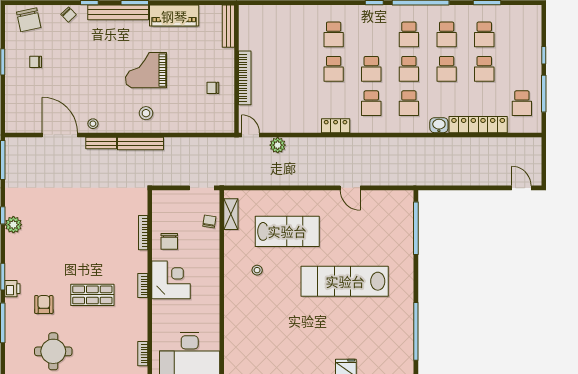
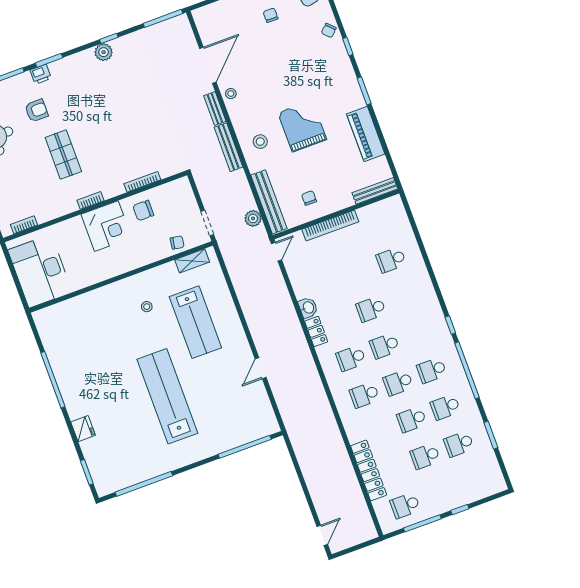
bench: (118, 12) -> (269, 202), moved
school desk: (334, 34) -> (391, 260), moved
washbasin: (439, 125) -> (308, 308), moved
plant: (278, 145) -> (253, 218), moved

